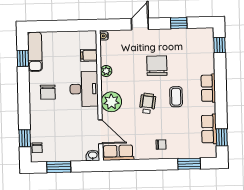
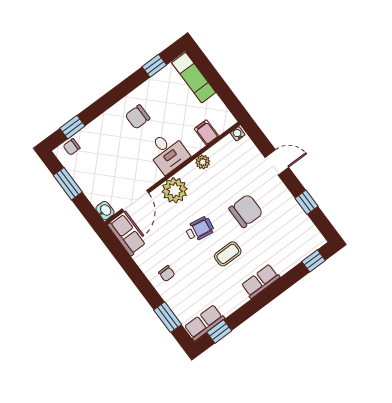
exam couch: (35, 52) -> (194, 78), moved, turned 90
desk: (84, 89) -> (168, 152), width x0.73
row of seats: (209, 129) -> (204, 323), moved

